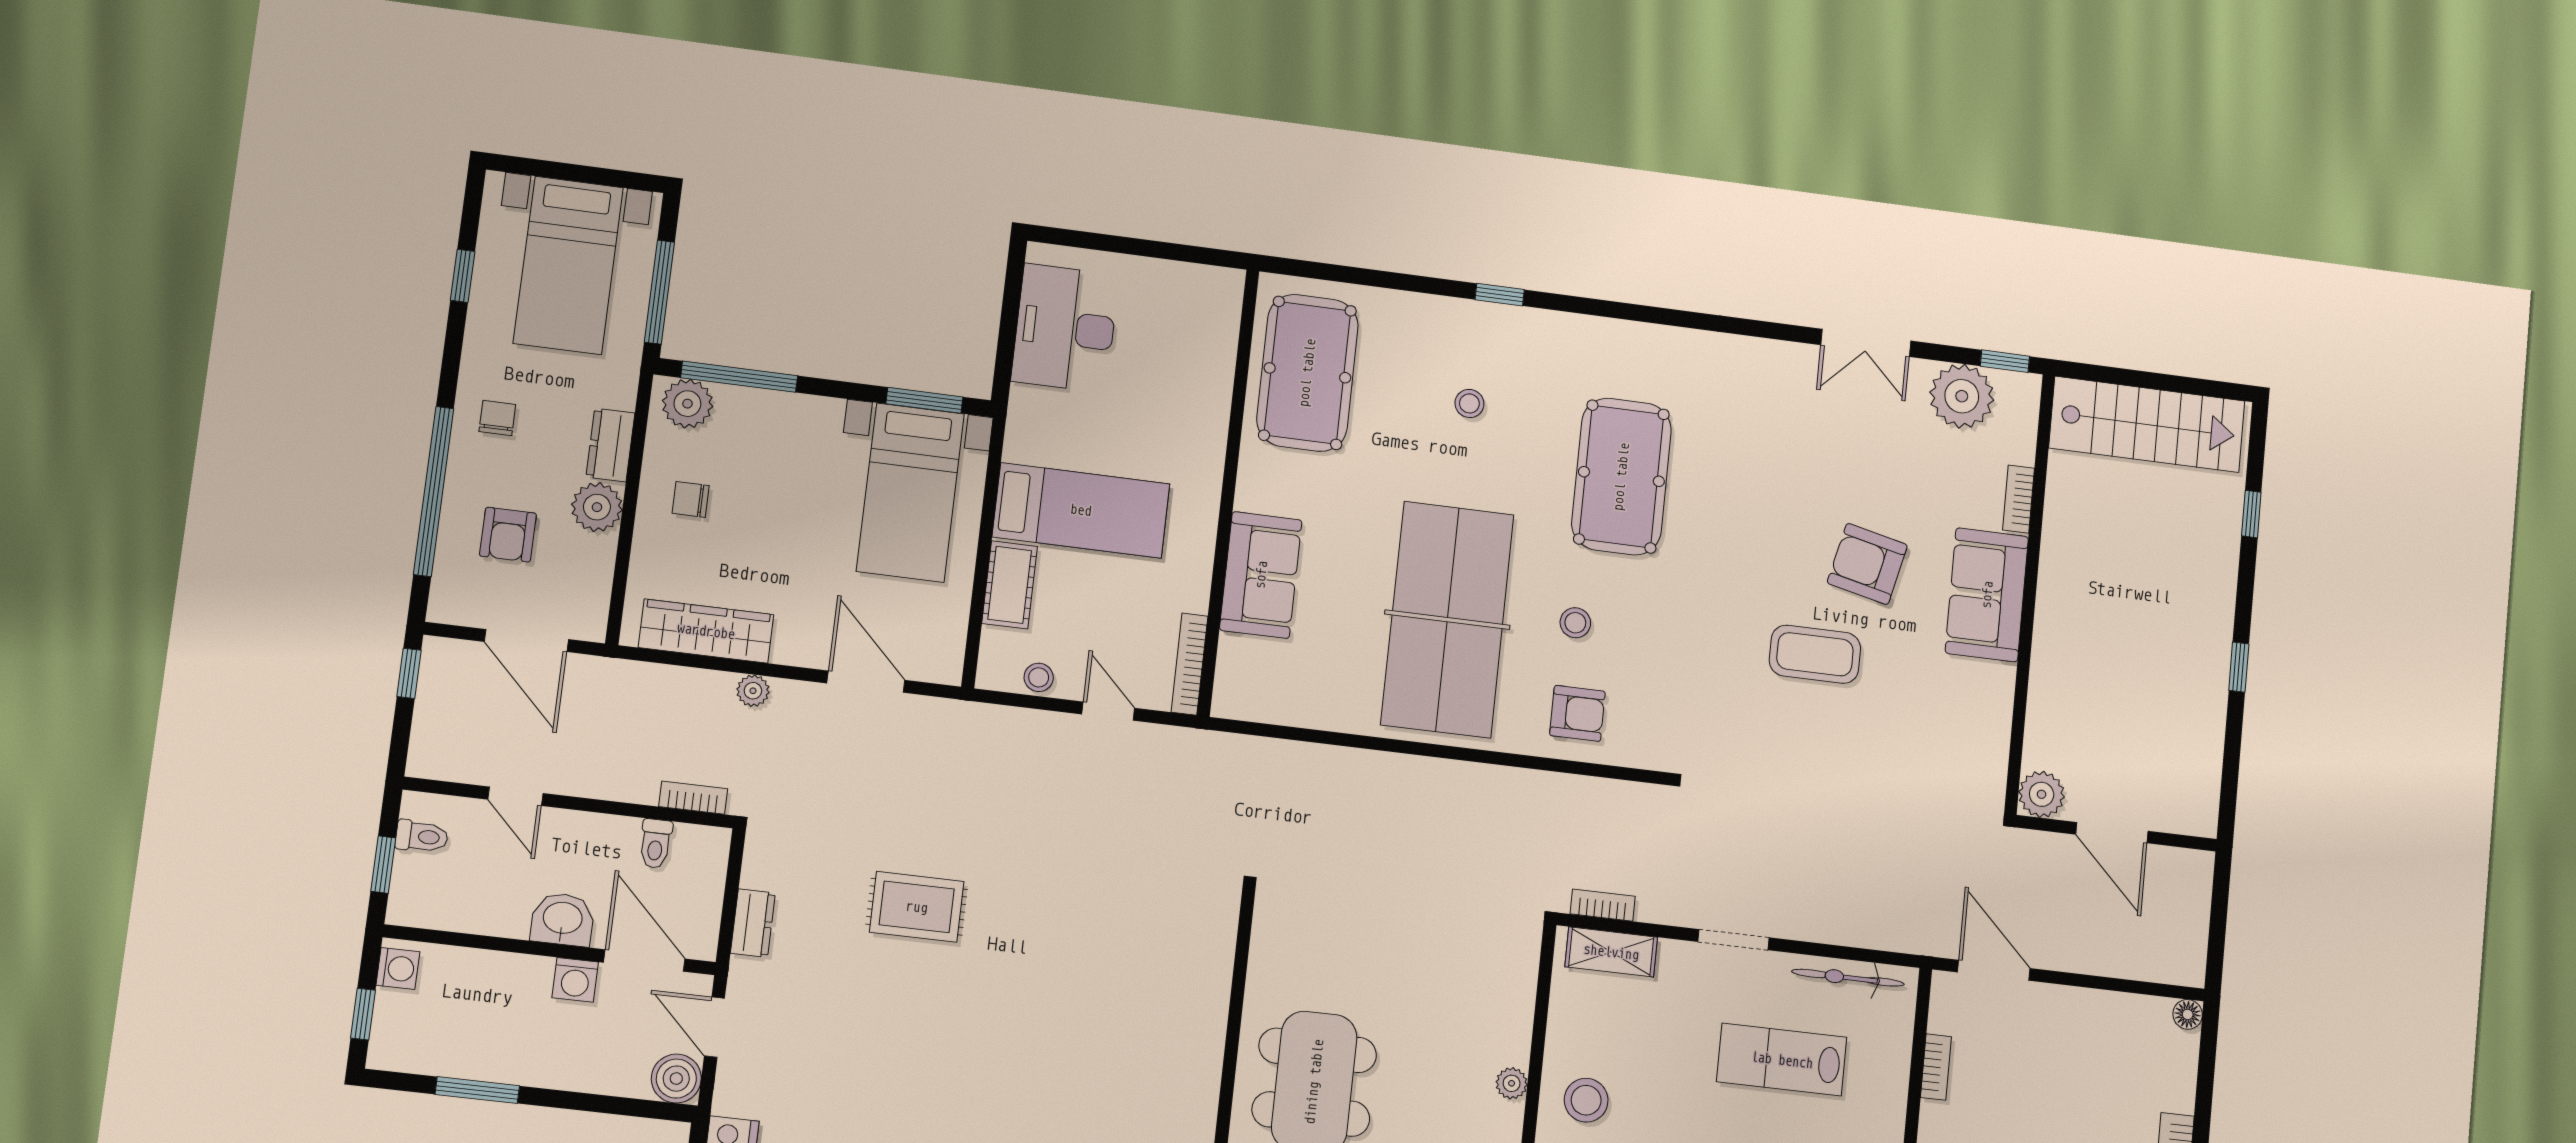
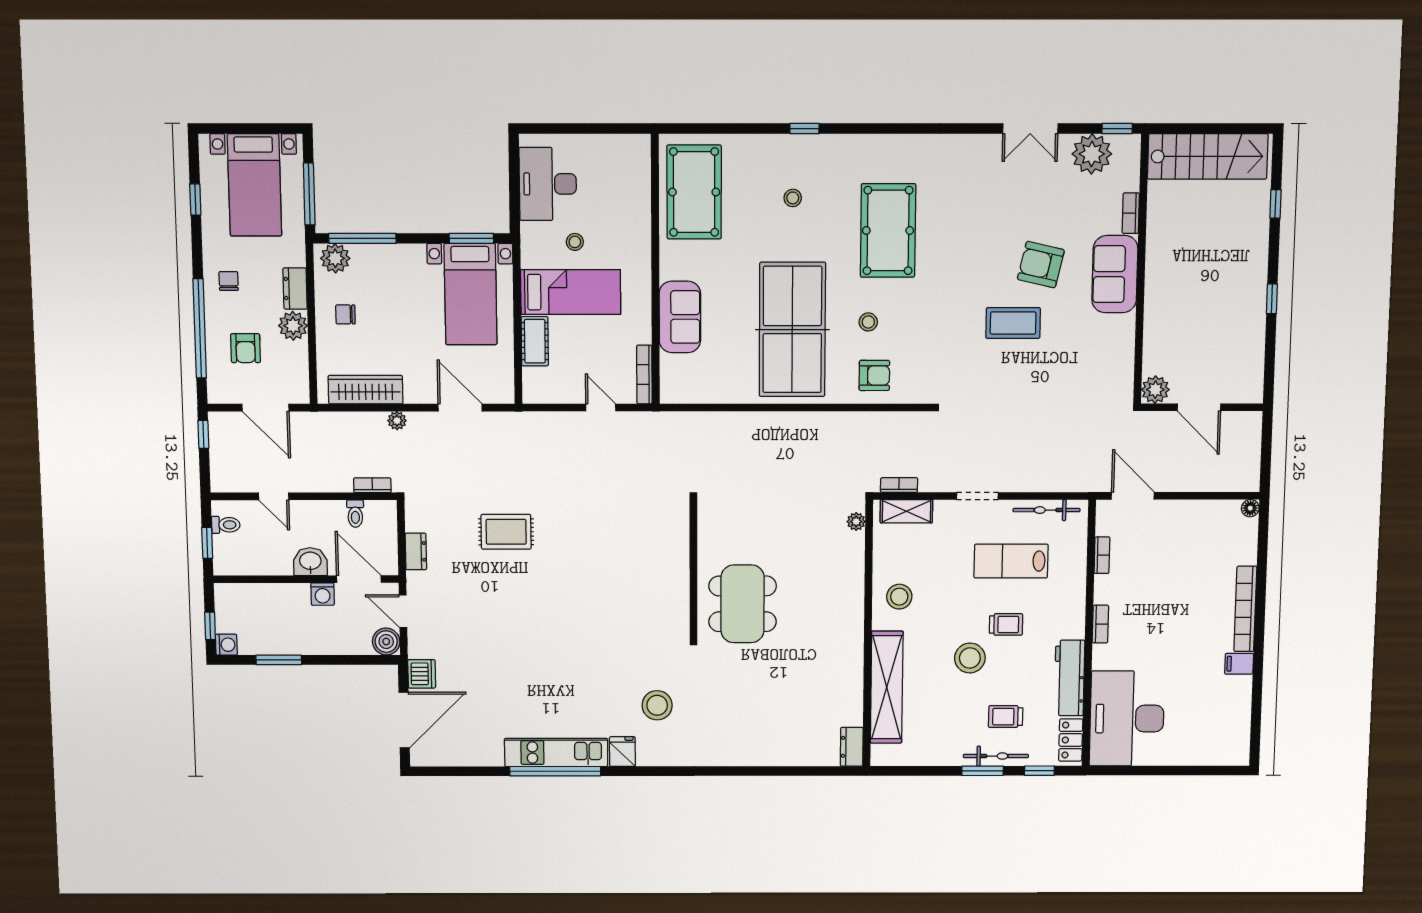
stool: (1039, 677) -> (575, 242), moved
washing machine: (398, 968) -> (226, 645), moved
plant: (1512, 1083) -> (856, 522), moved

